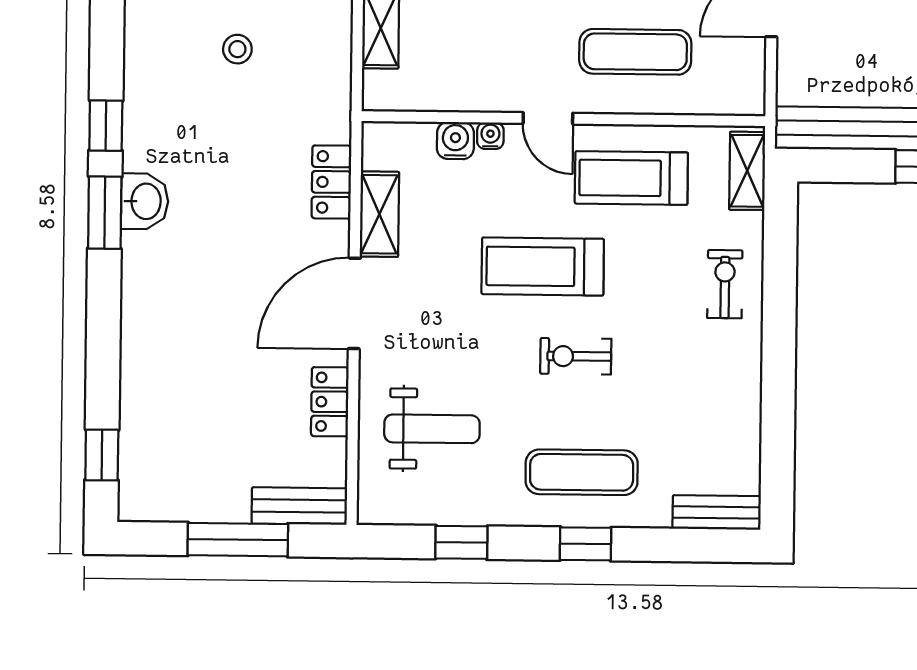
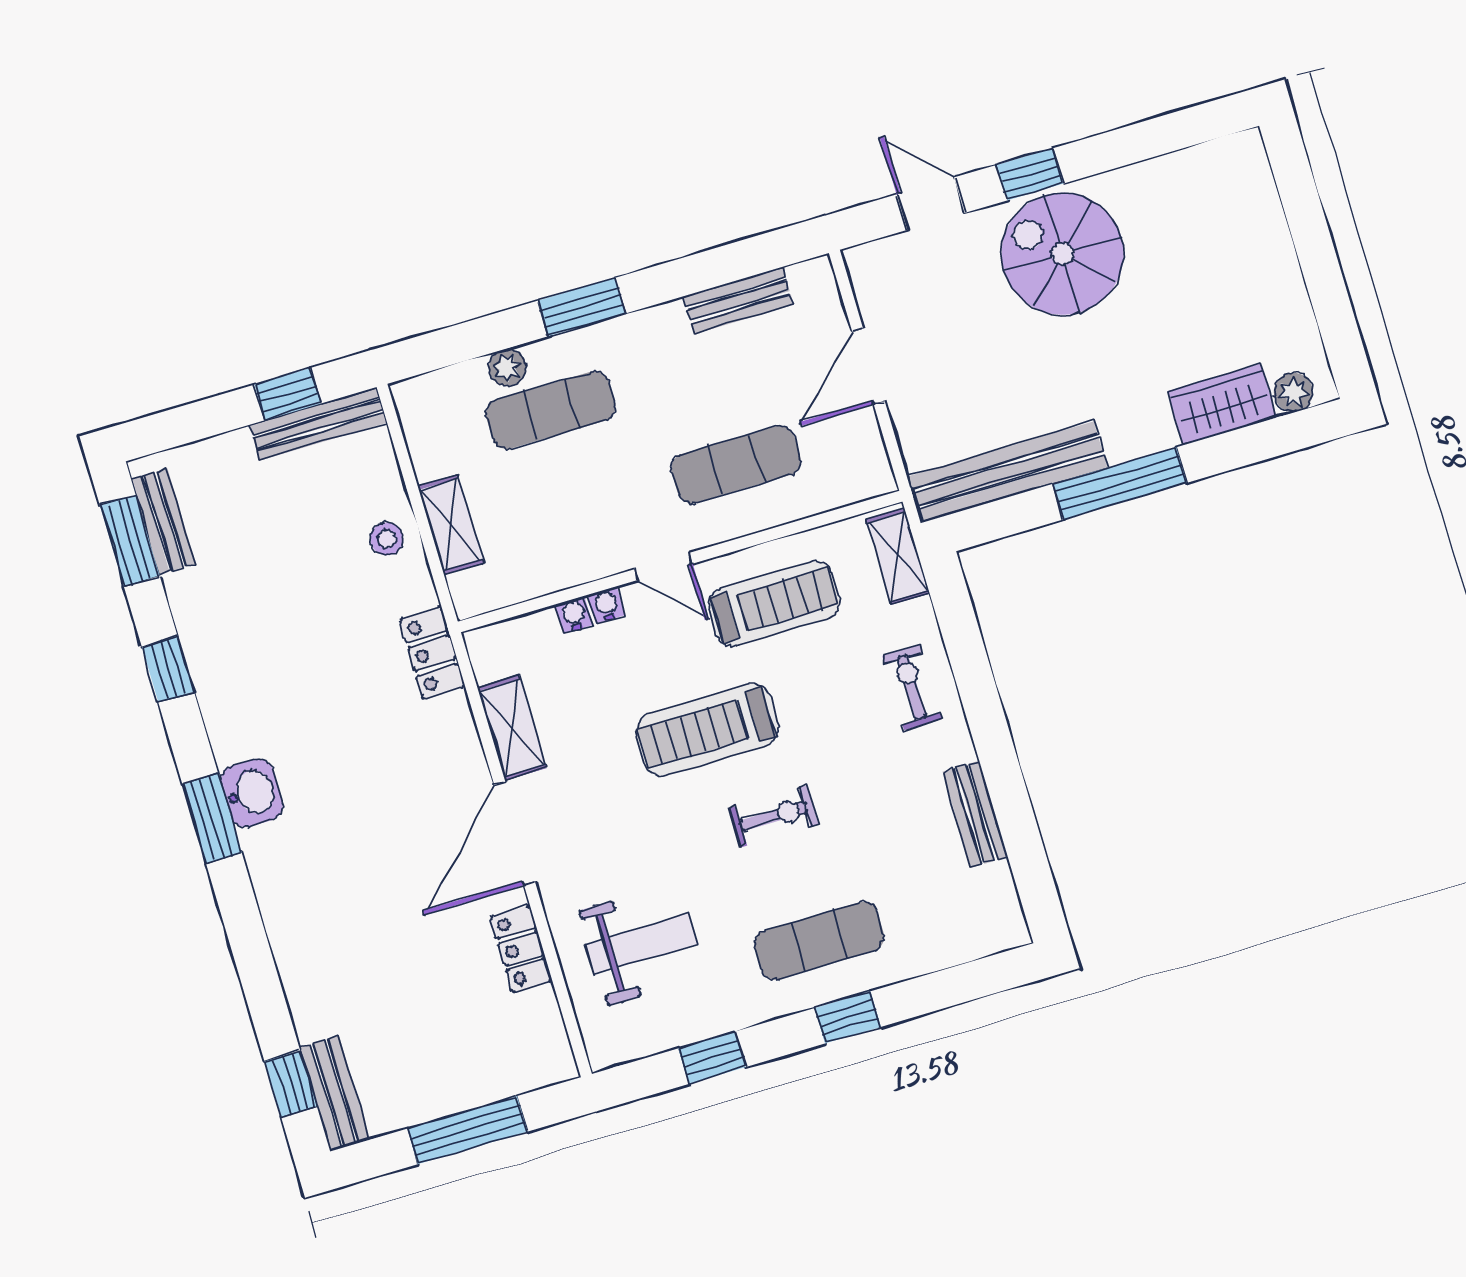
stool: (237, 49) -> (387, 539), moved
window: (106, 126) -> (168, 669), moved
water cooler: (455, 141) -> (574, 615), width x0.72, depth x0.72
treadmill: (631, 178) -> (774, 603), turned 180
locker: (331, 182) -> (432, 653), moved
exercise bike: (576, 356) -> (774, 816), turned 180
bench: (299, 506) -> (335, 1094), moved, turned 90
bench: (717, 512) -> (975, 814), moved, turned 90

